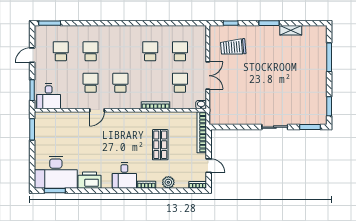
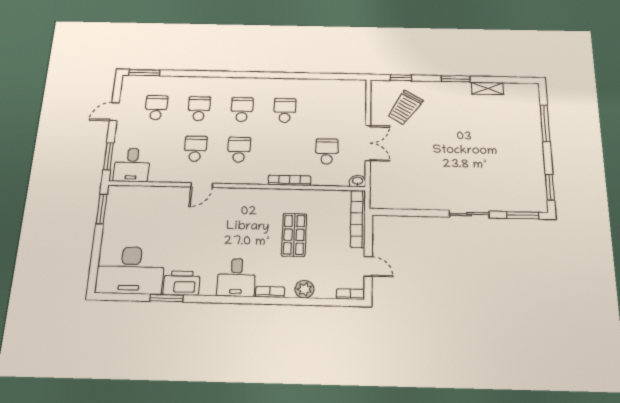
trolley: (233, 47) -> (405, 108), turned -53
school desk: (180, 51) -> (242, 109), moved
window: (55, 191) -> (166, 298), moved

